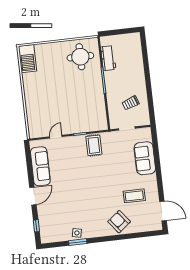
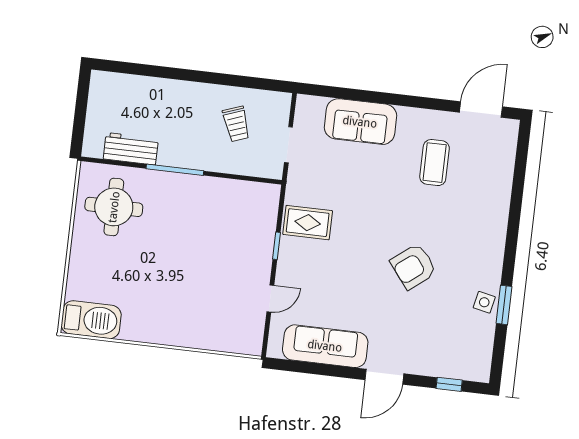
door: (56, 137) -> (270, 299), swing flipped
door: (33, 196) -> (384, 377), swing flipped
armchair: (119, 222) -> (414, 266), moved

